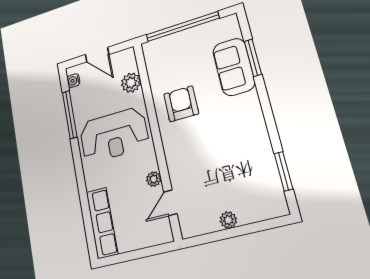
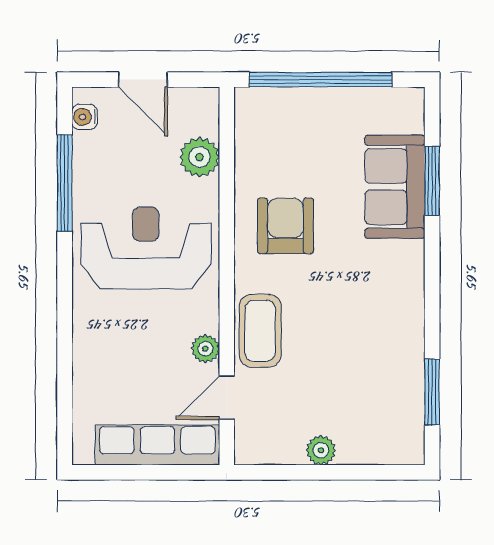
reception desk: (114, 135) -> (146, 248), turned 180
coffee table: (180, 162) -> (260, 331), added
row of seats: (102, 223) -> (157, 445), moved, turned -90

